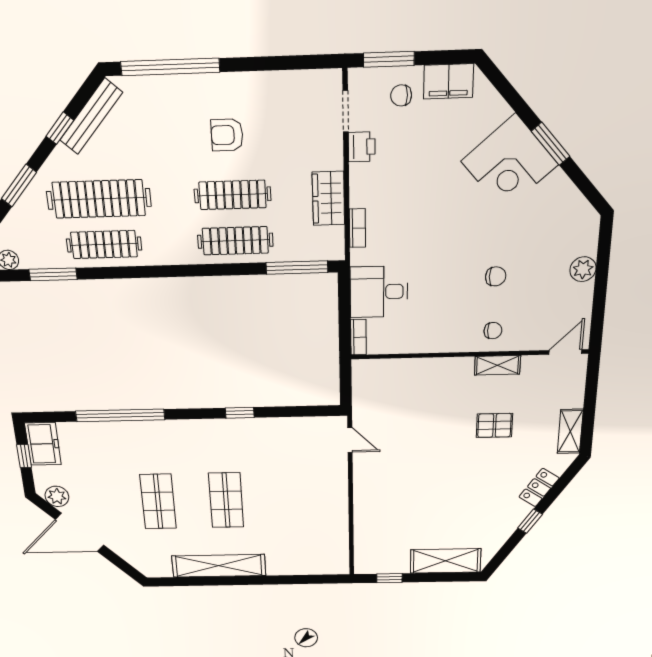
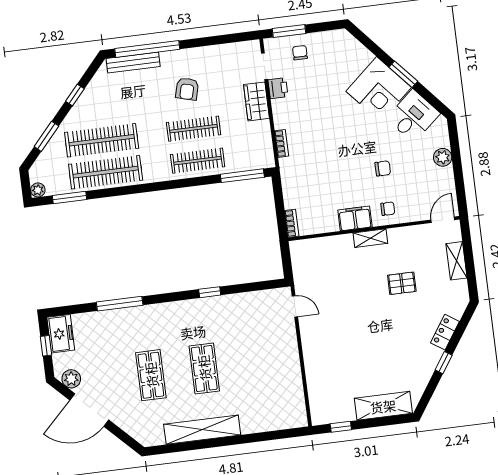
filing cabinet: (448, 81) -> (355, 218), moved, turned 180
chair: (401, 95) -> (300, 53), turned 90
bench: (91, 116) -> (133, 63), moved, turned 48
armchair: (227, 135) -> (187, 89), turned -75
wardrobe: (328, 198) -> (256, 101), moved
clothes rail: (104, 245) -> (106, 172), width x1.37, depth x1.31
desk: (379, 292) -> (413, 116), moved, turned 139
shelving: (497, 365) -> (370, 238), moved
window: (120, 415) -> (120, 304), width x0.68
shelving: (570, 431) -> (456, 261), moved

